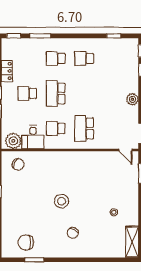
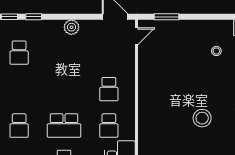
school desk: (84, 58) -> (19, 53), moved
school desk: (84, 128) -> (109, 89), width x0.54

